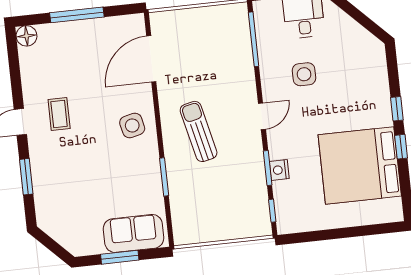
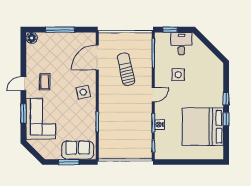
sun lounger: (199, 131) -> (126, 69), moved
corner sofa: (59, 183) -> (41, 119), added

